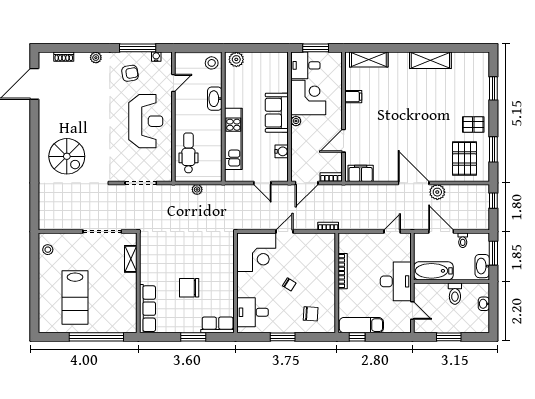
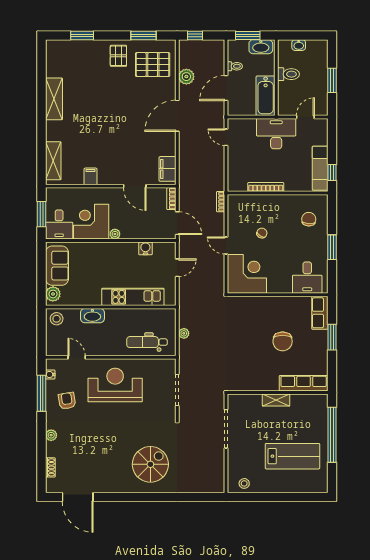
sofa: (277, 113) -> (57, 266), moved, turned -90
plant: (437, 192) -> (186, 77), moved
shelving: (131, 259) -> (276, 400), moved
chair: (289, 284) -> (262, 233), moved

